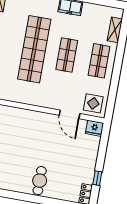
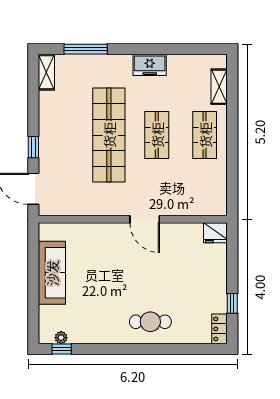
display table: (93, 103) -> (207, 197), removed
door: (70, 114) -> (145, 219), moved
cafe table: (40, 181) -> (150, 322), turned 90

